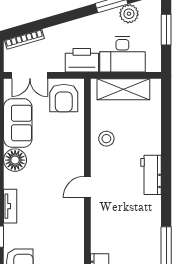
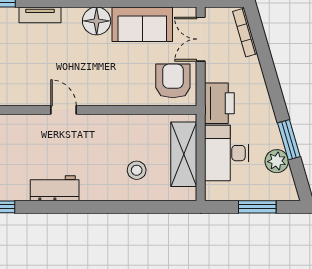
armchair: (64, 98) -> (173, 81), turned 90
stool: (106, 139) -> (137, 170), moved
workbench: (151, 175) -> (55, 188), moved

